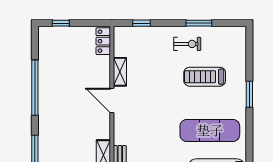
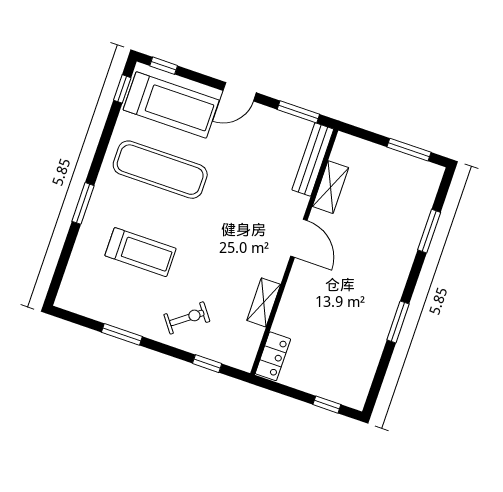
exercise bike: (187, 44) -> (187, 318), moved, turned 143
window: (35, 88) -> (398, 322), width x0.47
door: (112, 100) -> (299, 238), moved

